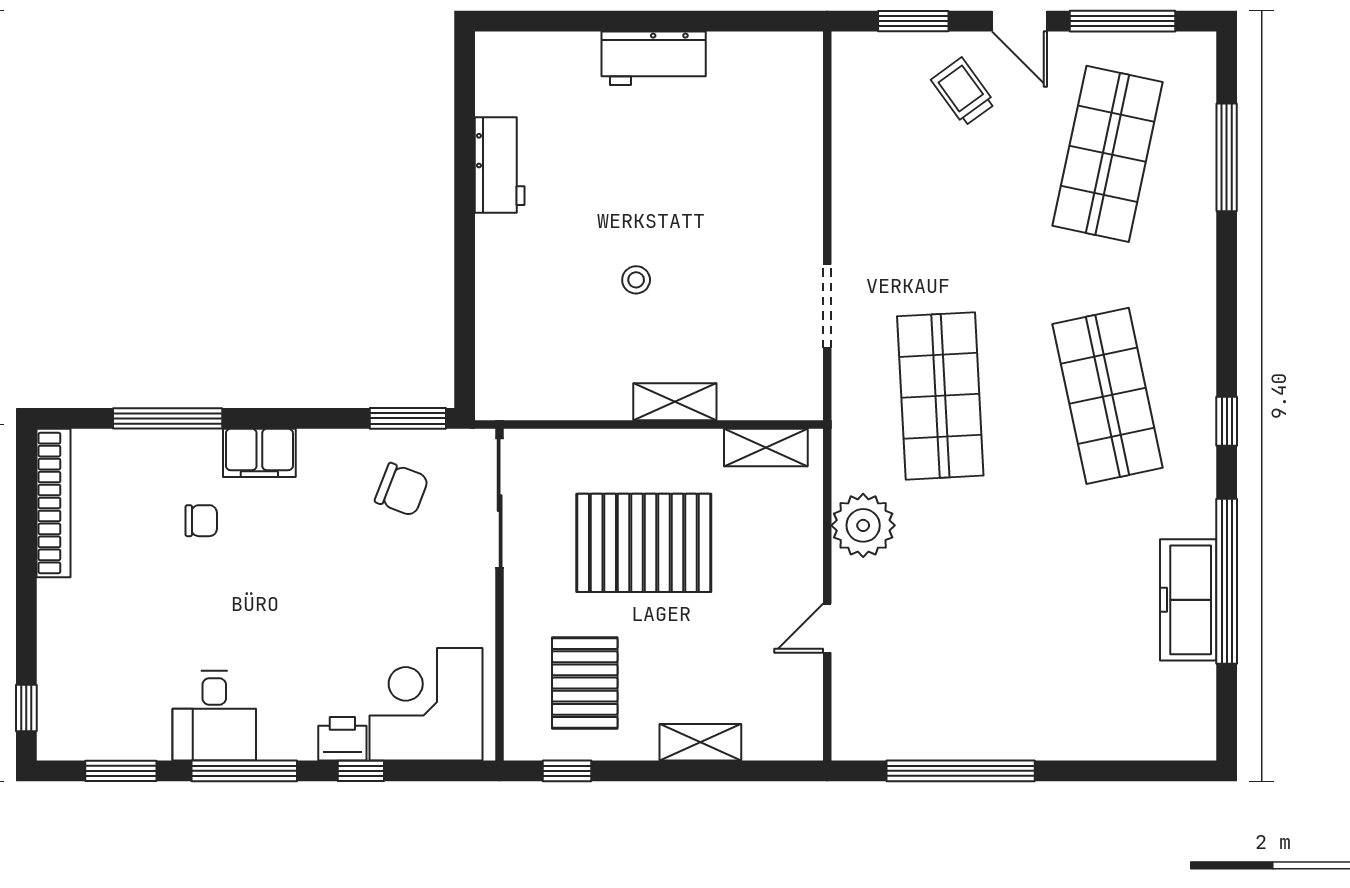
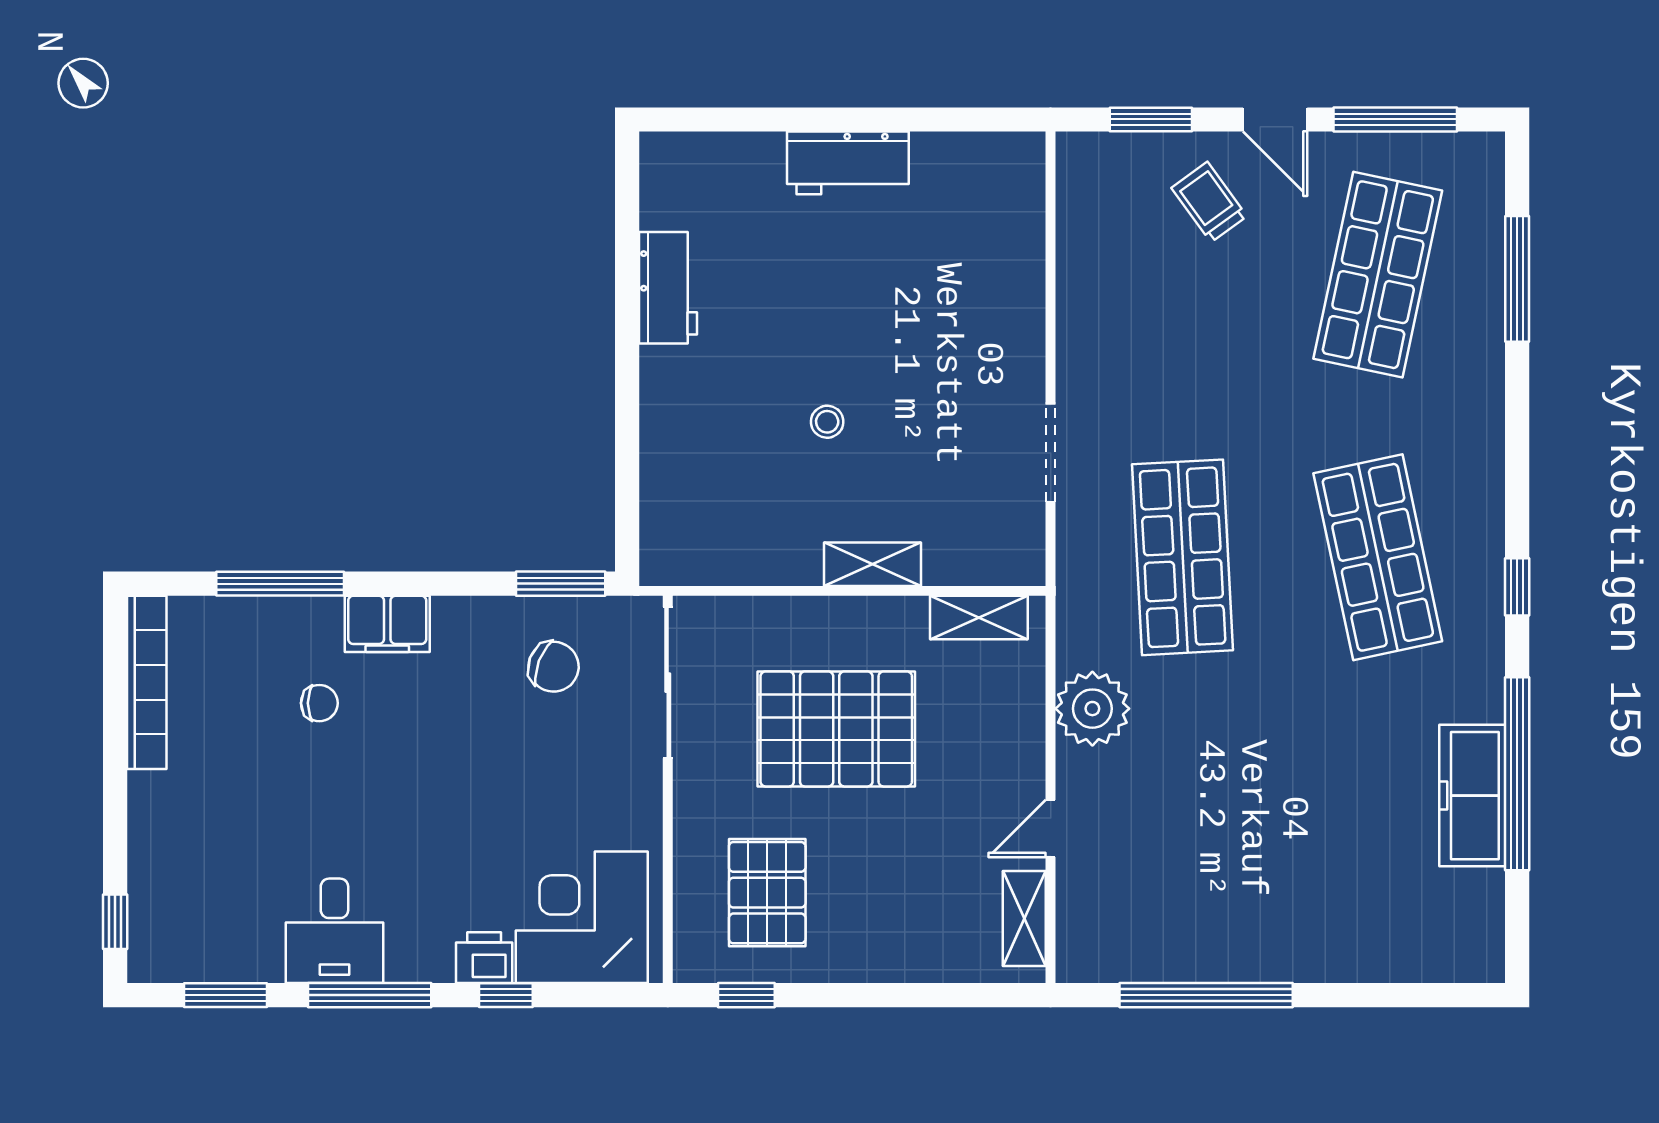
shelving: (700, 742) -> (1024, 918), moved, turned 90

